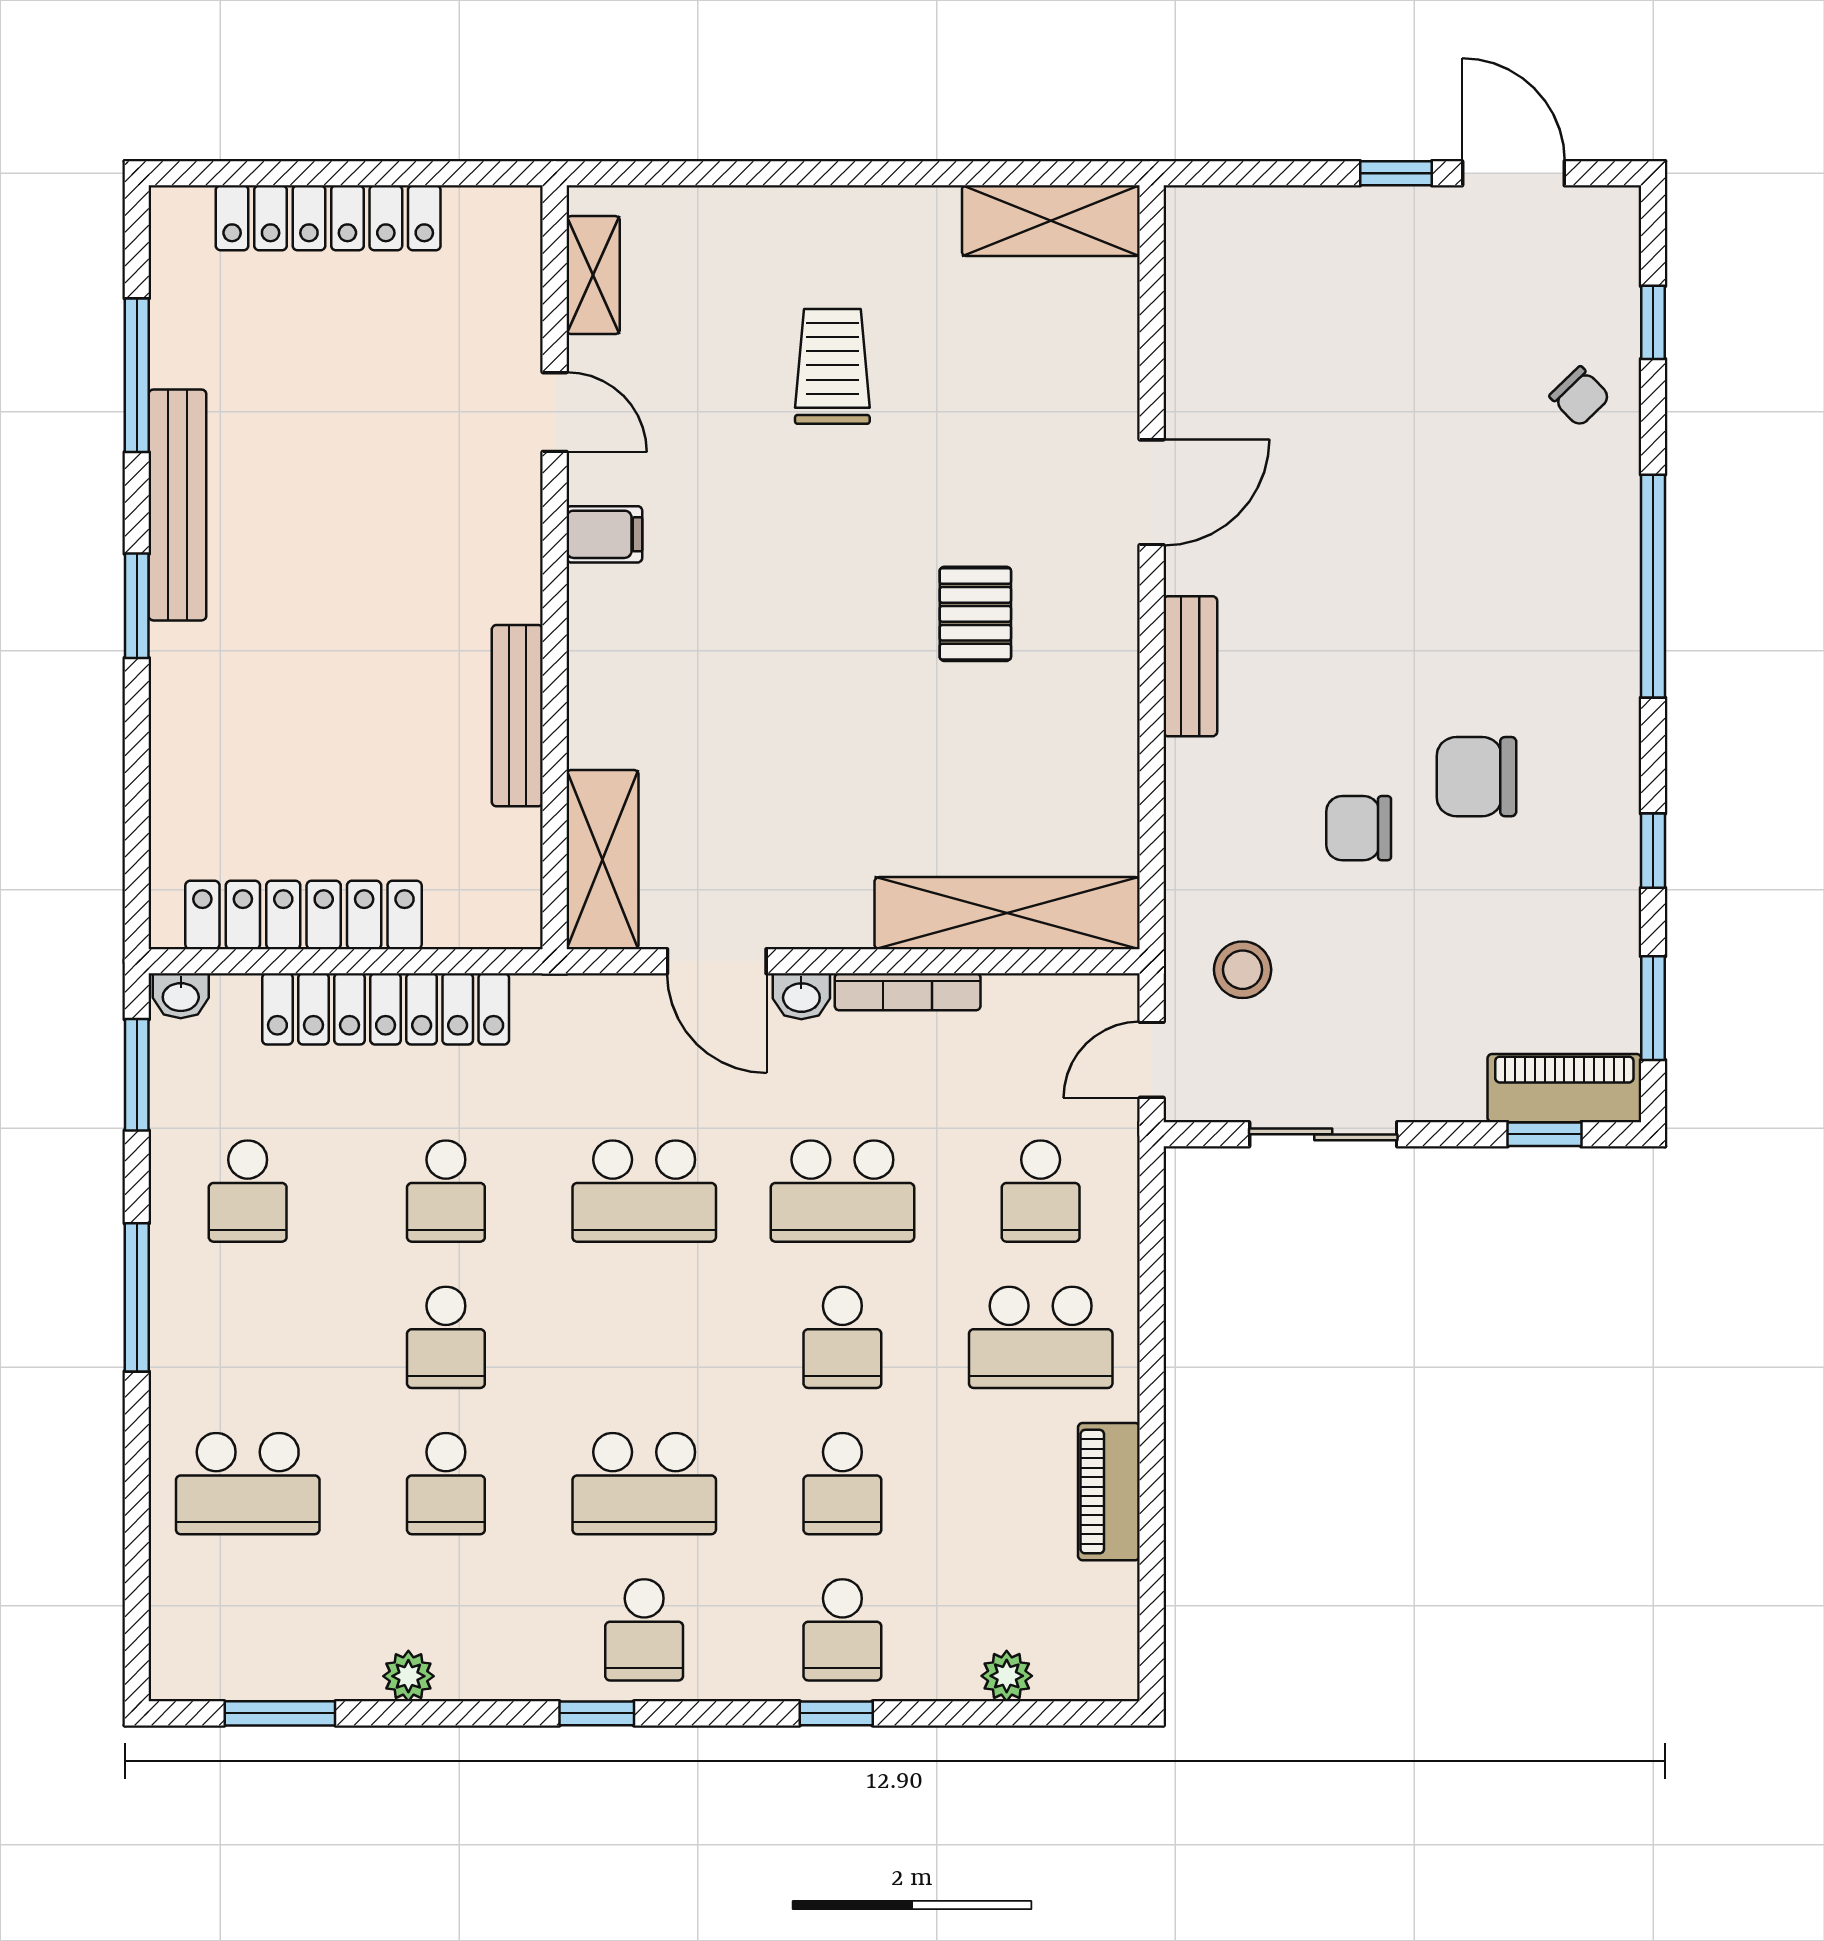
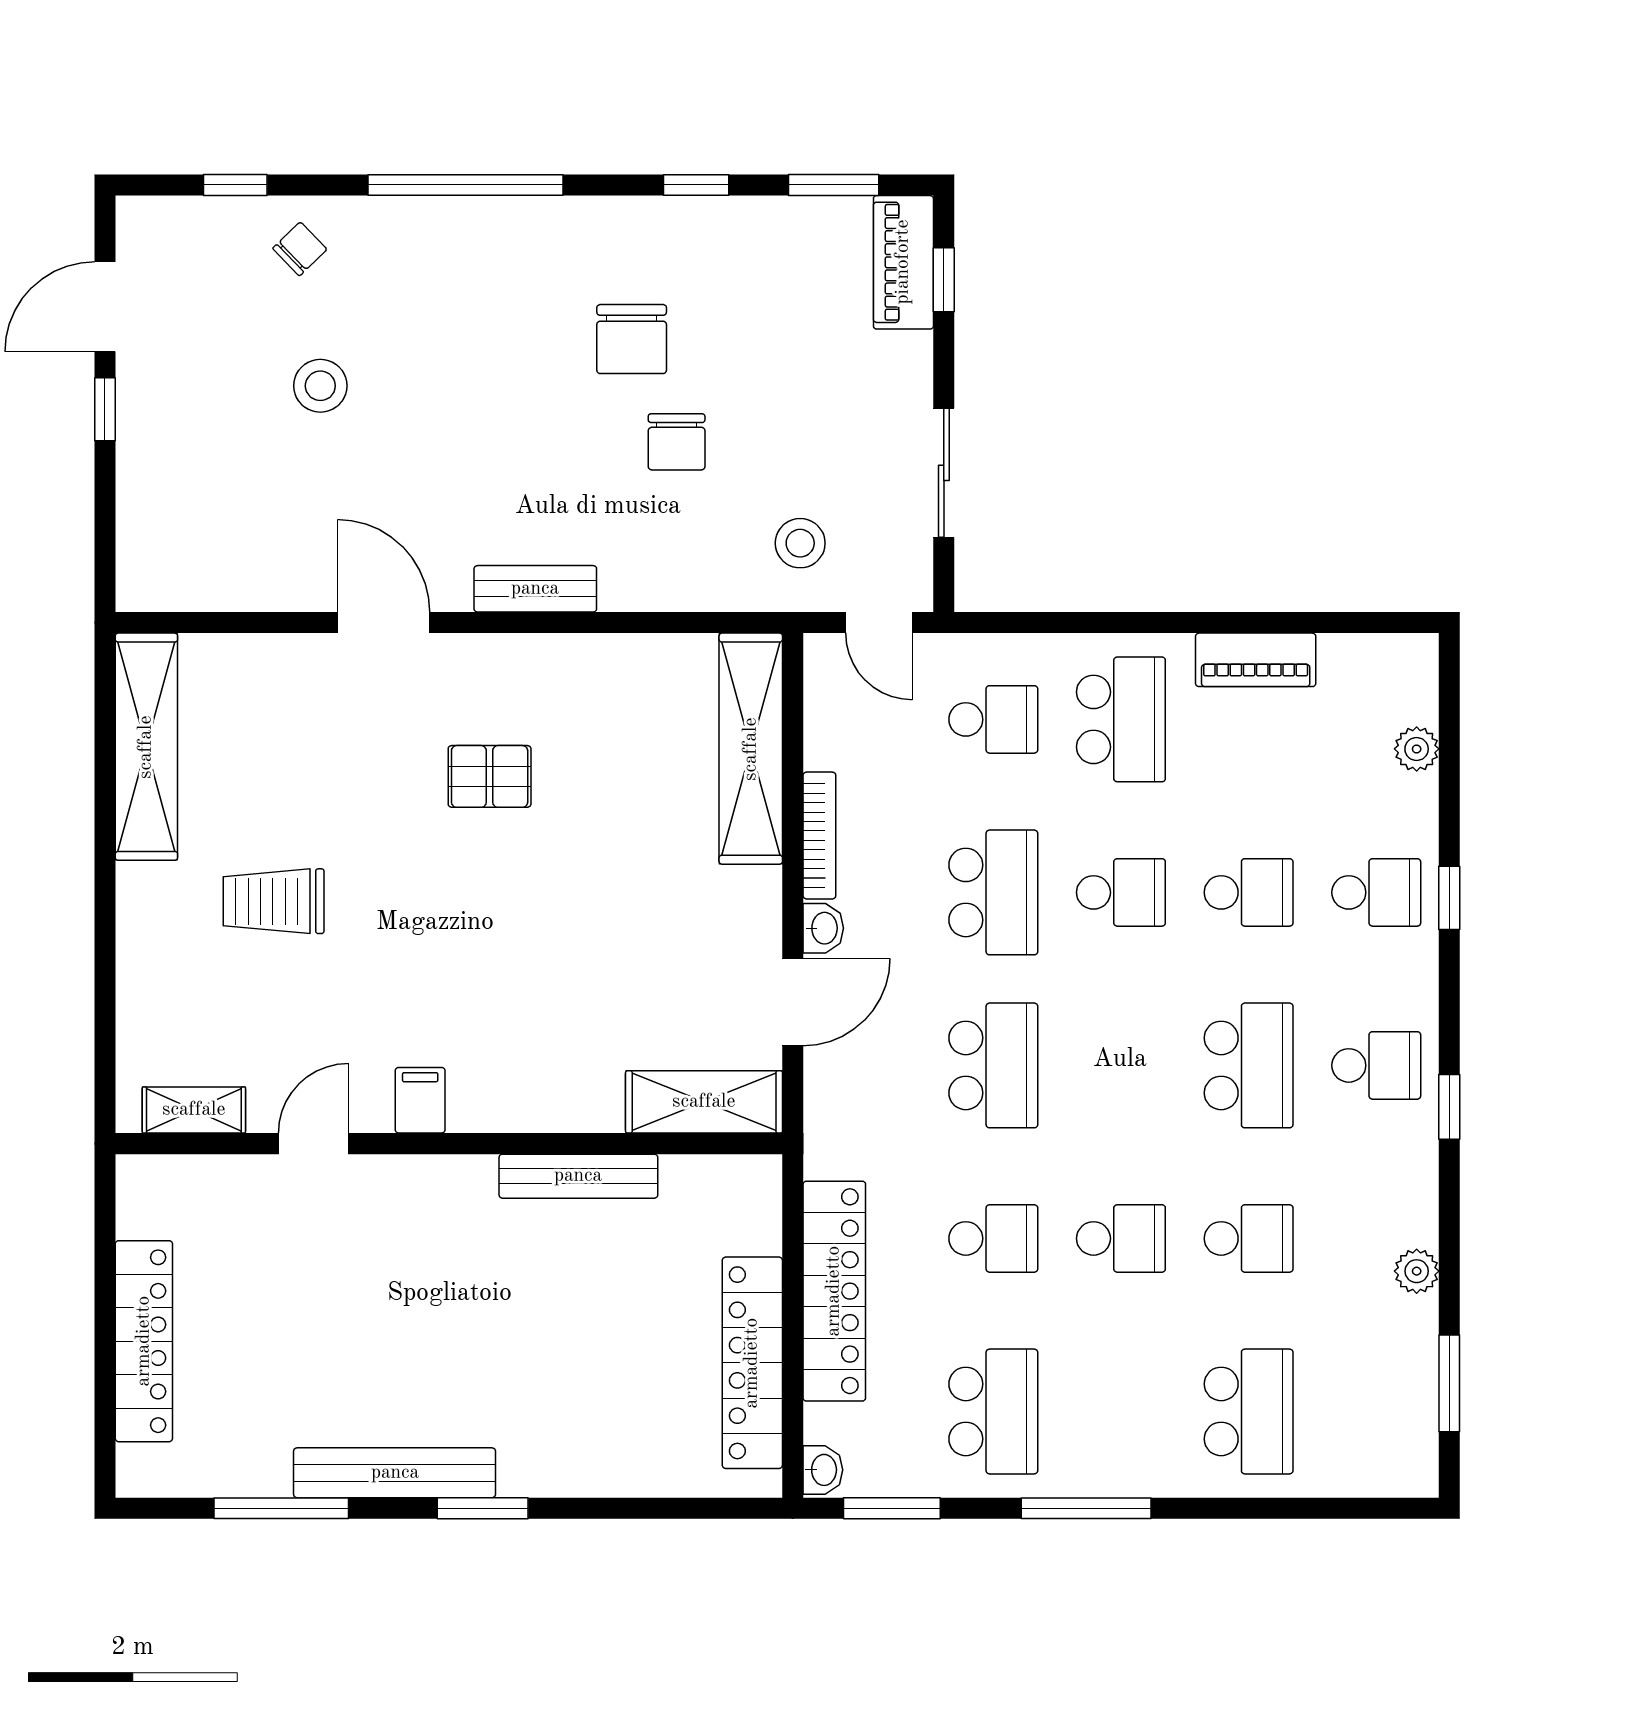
shelving: (1051, 221) -> (146, 747), width x1.47
stool: (1423, 420) -> (320, 386), added
school desk: (248, 1191) -> (993, 1411), width x1.85

